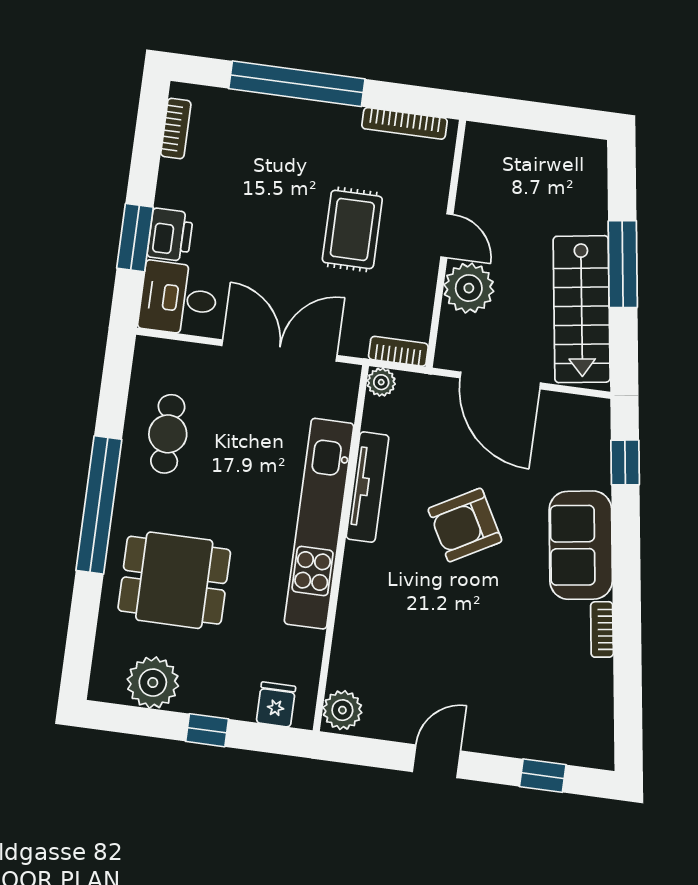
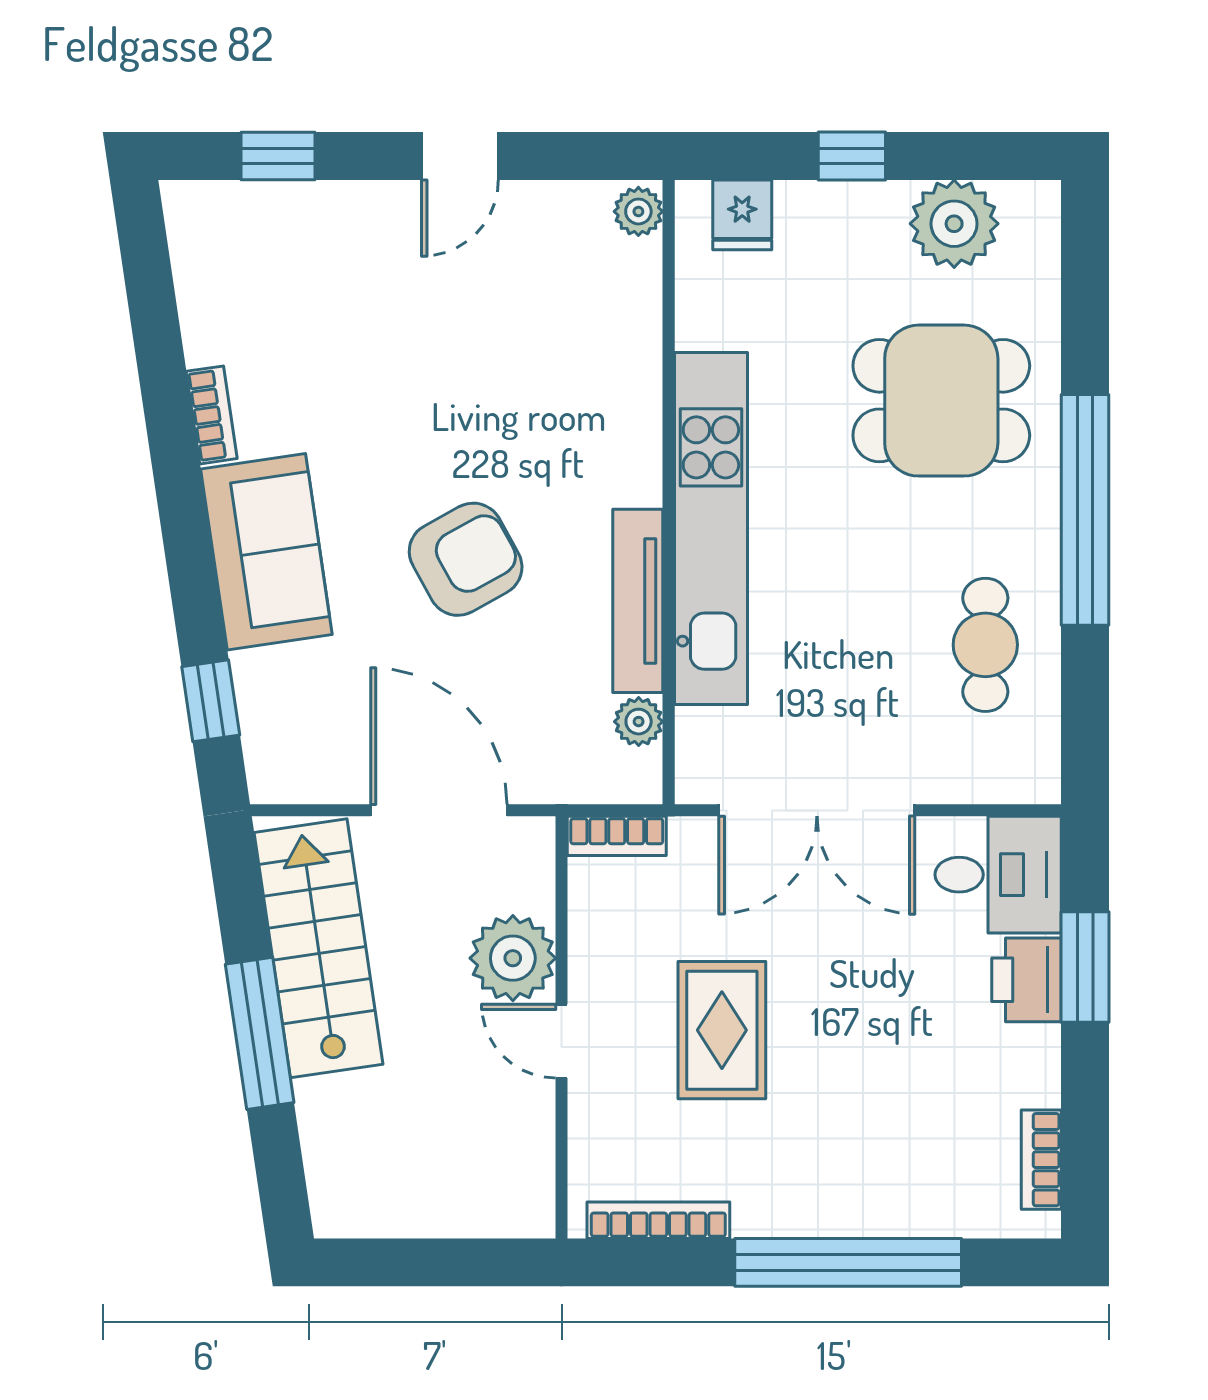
plant: (381, 382) -> (639, 722), moved
plant: (342, 710) -> (638, 211), width x0.73, depth x0.73

